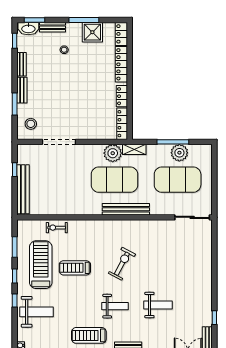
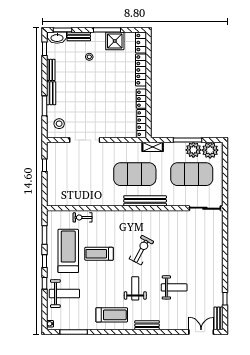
plant: (113, 153) -> (210, 150), moved
bench: (23, 189) -> (52, 183), removed
weight bench: (115, 306) -> (135, 288), turned -90
treadmill: (89, 335) -> (112, 315), turned 180

